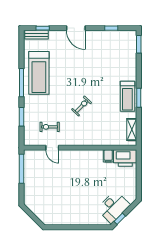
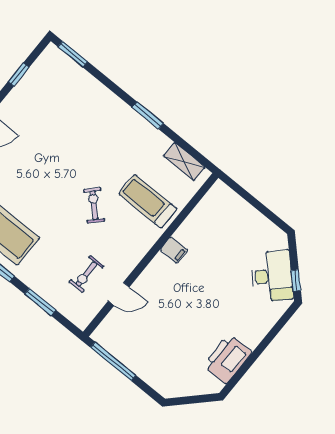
treadmill: (127, 96) -> (148, 201), moved, turned 180
filing cabinet: (108, 156) -> (174, 250), moved
printer: (125, 158) -> (228, 359), moved, turned 180

